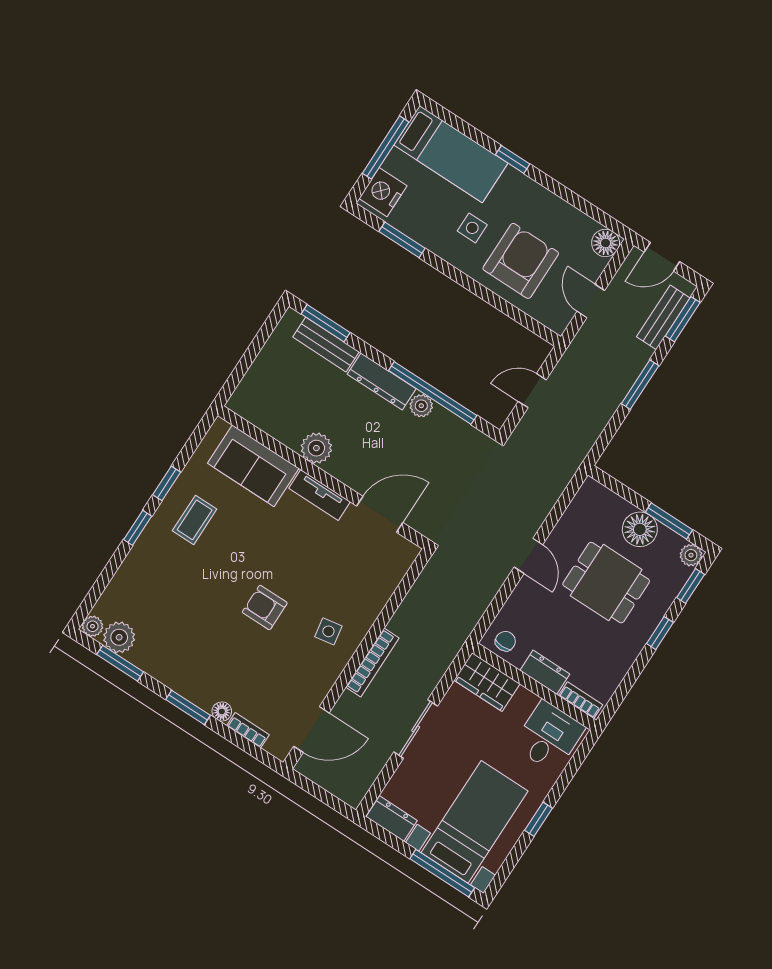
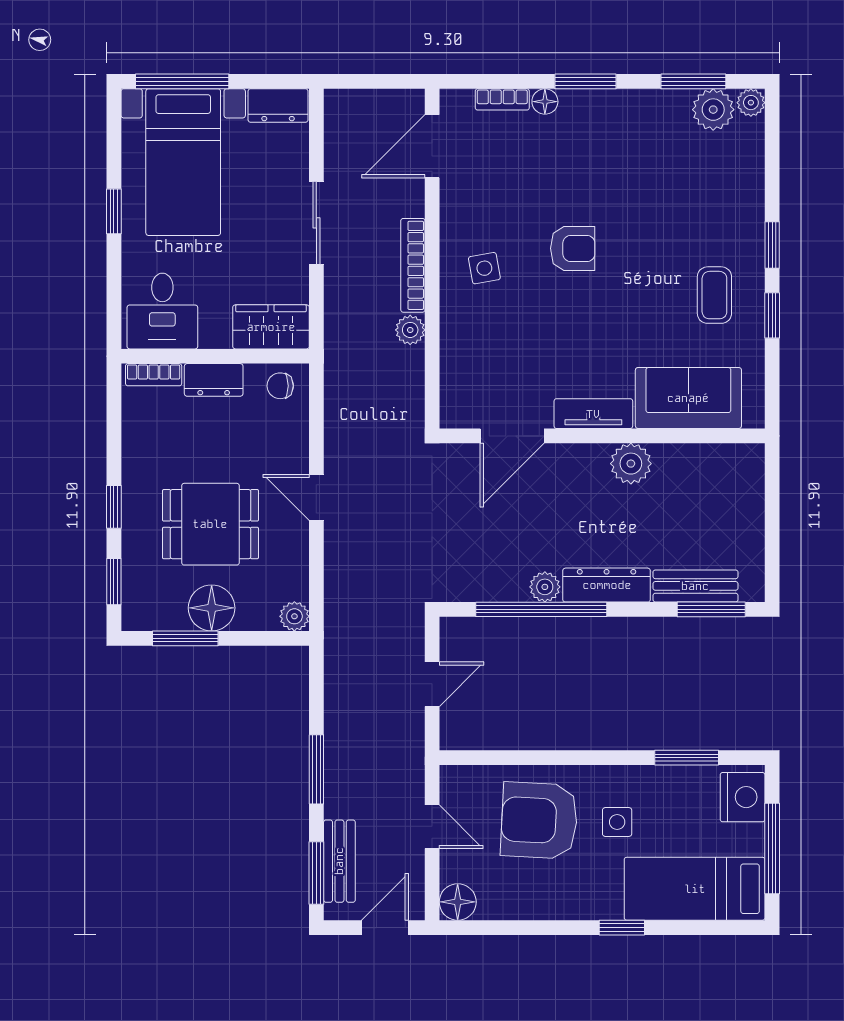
armchair: (521, 261) -> (539, 820), turned 93
plant: (691, 555) -> (294, 616), moved
plant: (401, 623) -> (410, 330), added
chair: (505, 641) -> (280, 386), turned 90

